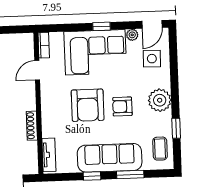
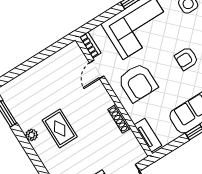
armchair: (88, 105) -> (138, 82), moved

